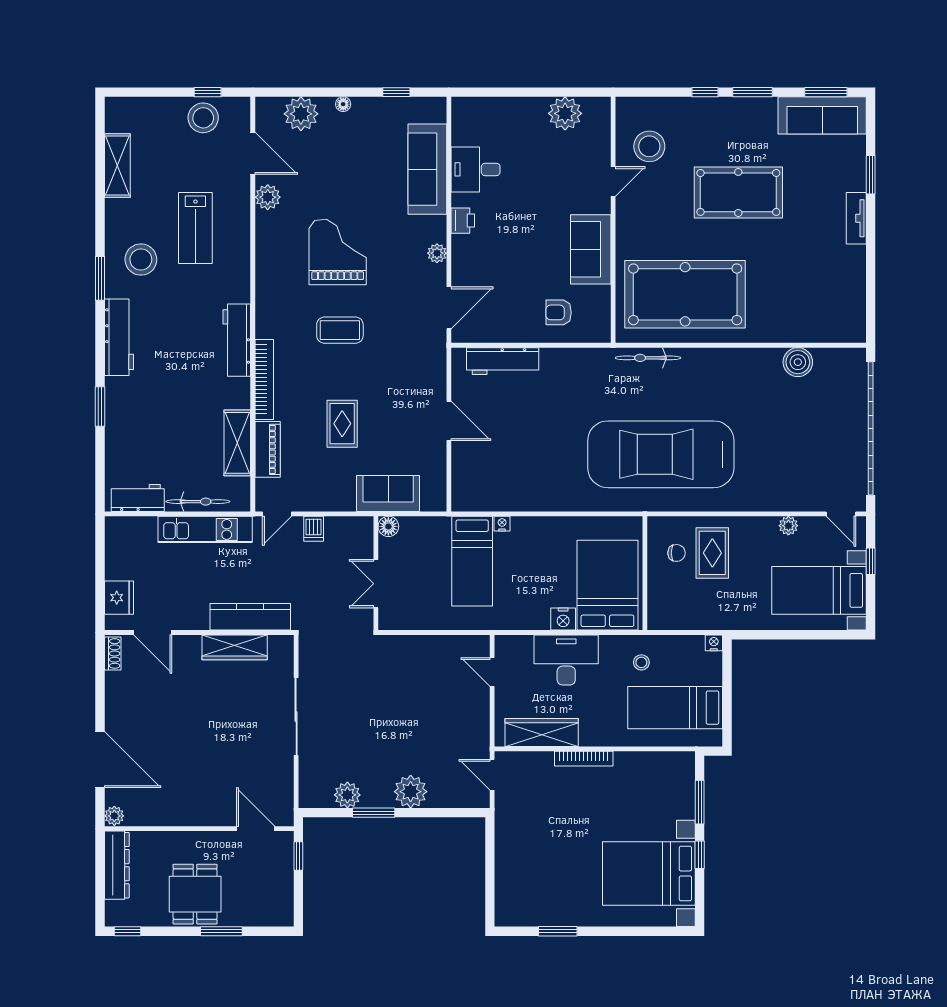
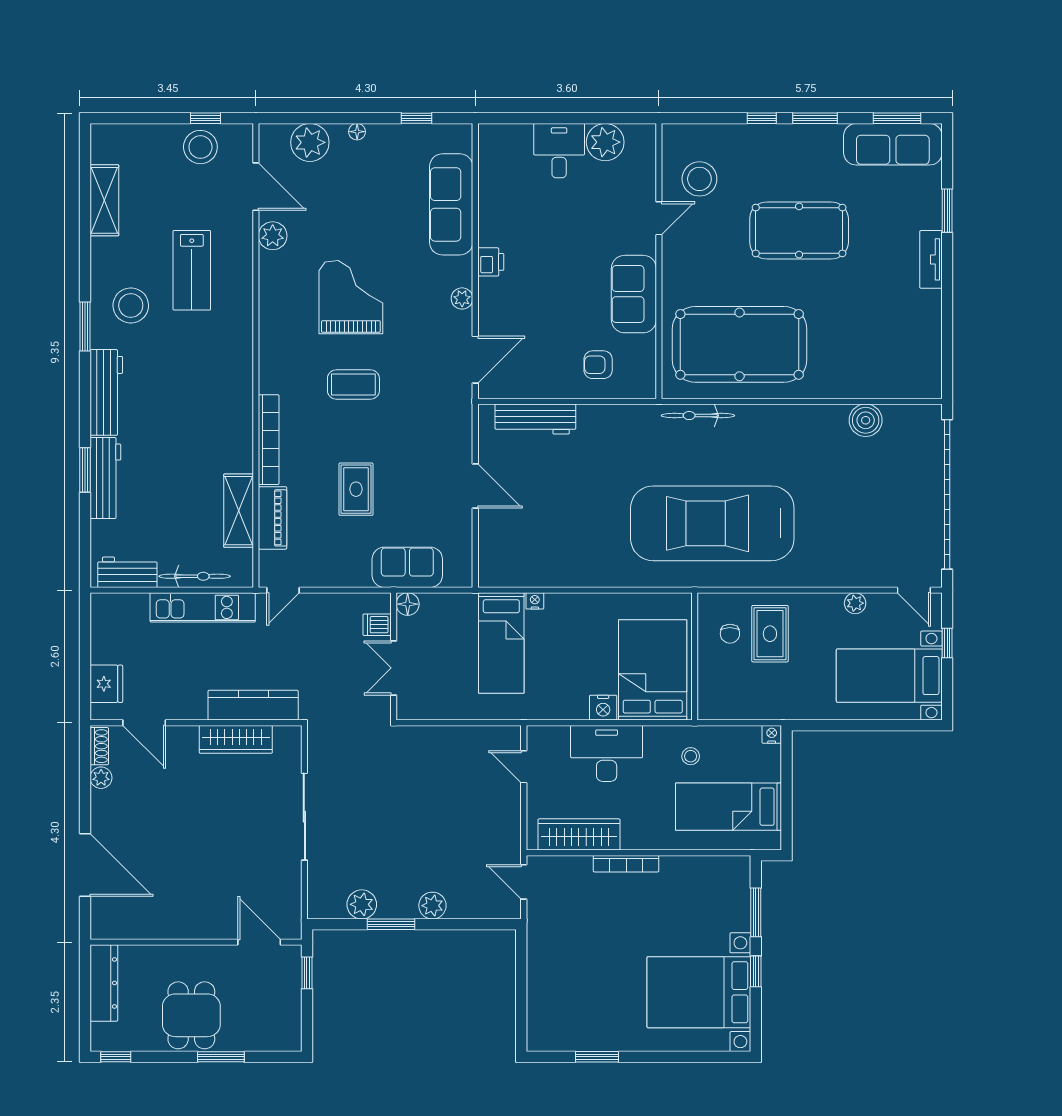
desk: (476, 169) -> (559, 151), moved, turned 90
workbench: (237, 340) -> (105, 478), moved, turned 180
dishwasher: (314, 529) -> (377, 625), moved, turned 90
chair: (677, 553) -> (730, 634), turned 90
plant: (411, 792) -> (432, 906), width x0.73, depth x0.73
plant: (114, 816) -> (101, 778), moved

